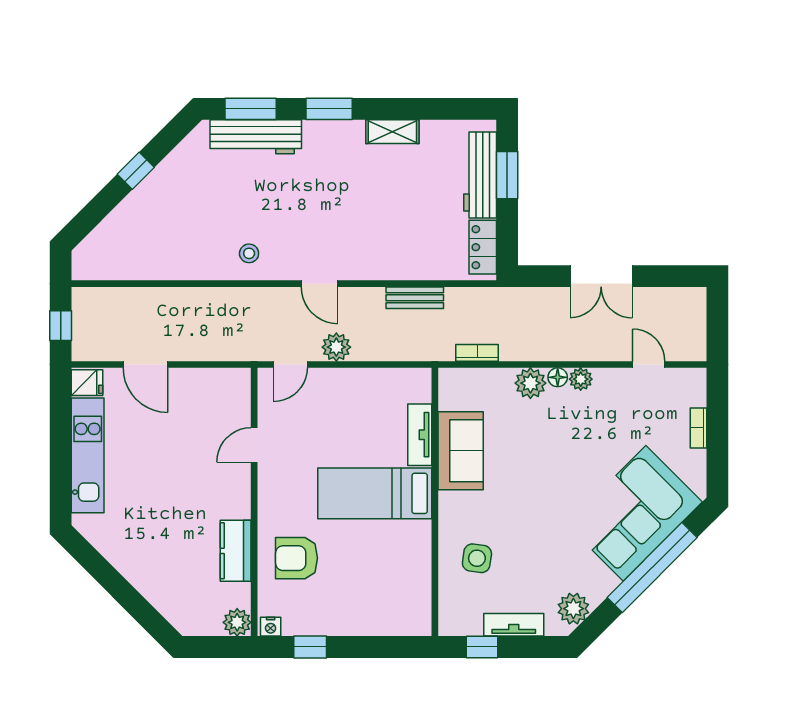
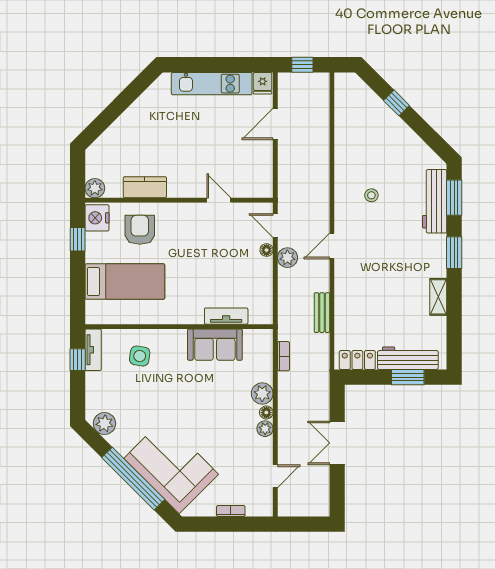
window: (136, 171) -> (396, 103), moved
stool: (249, 253) -> (371, 195), moved
floor lamp: (326, 377) -> (267, 250), added
bed: (375, 493) -> (125, 282), moved, turned 90
tv unit: (514, 625) -> (93, 350), moved
nightstand: (271, 627) -> (97, 218), width x1.89, depth x1.79

